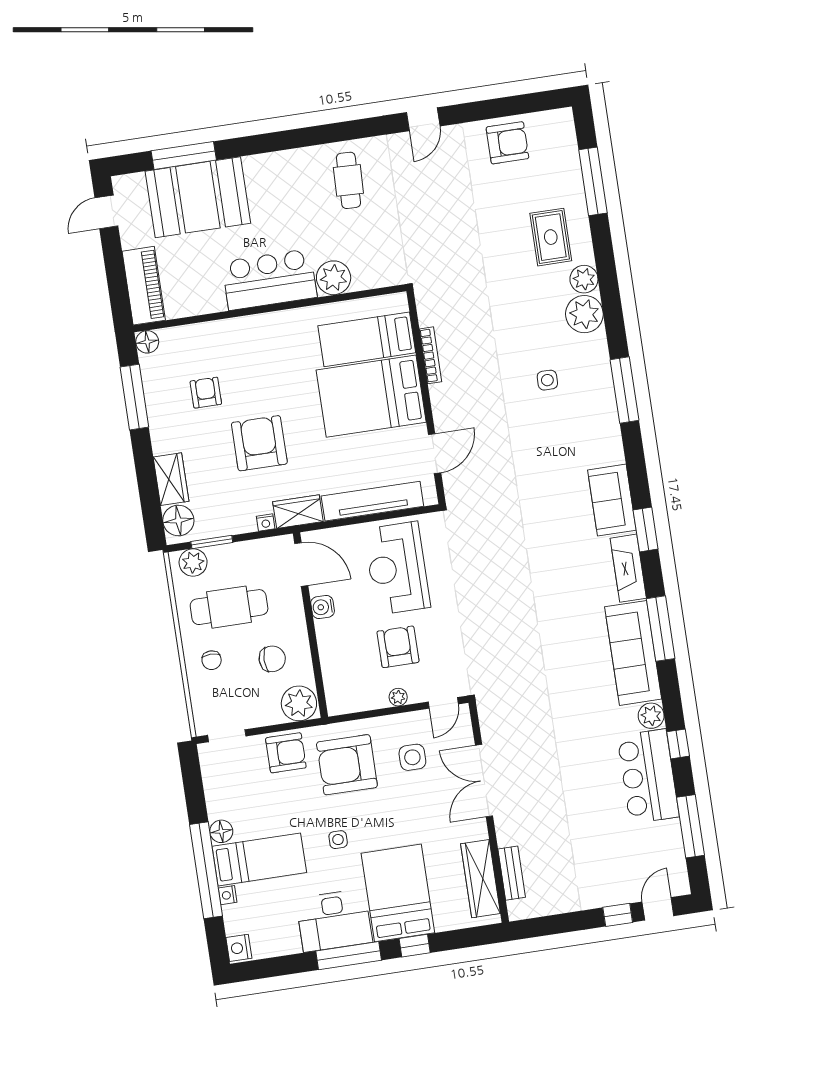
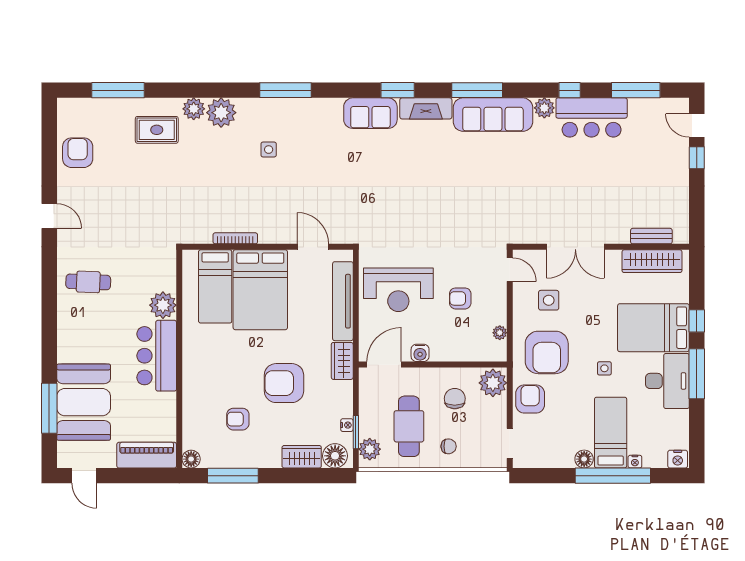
nightstand: (266, 522) -> (347, 425), moved
armchair: (398, 647) -> (460, 298), width x0.72, depth x0.72
plant: (398, 697) -> (500, 333), moved

